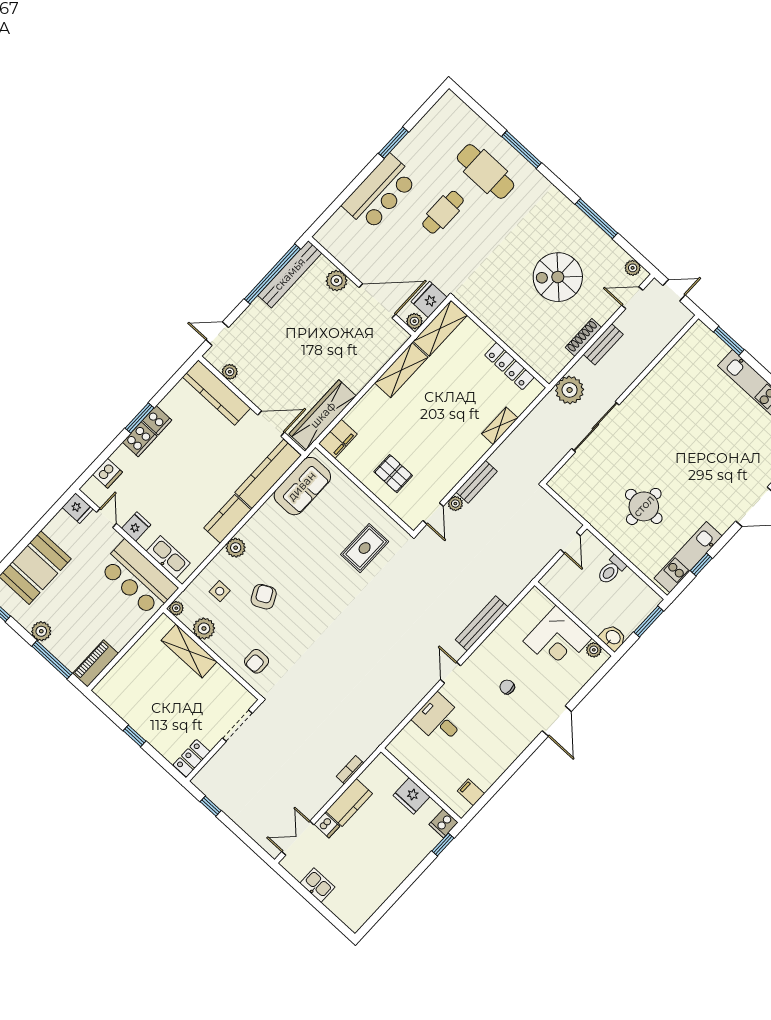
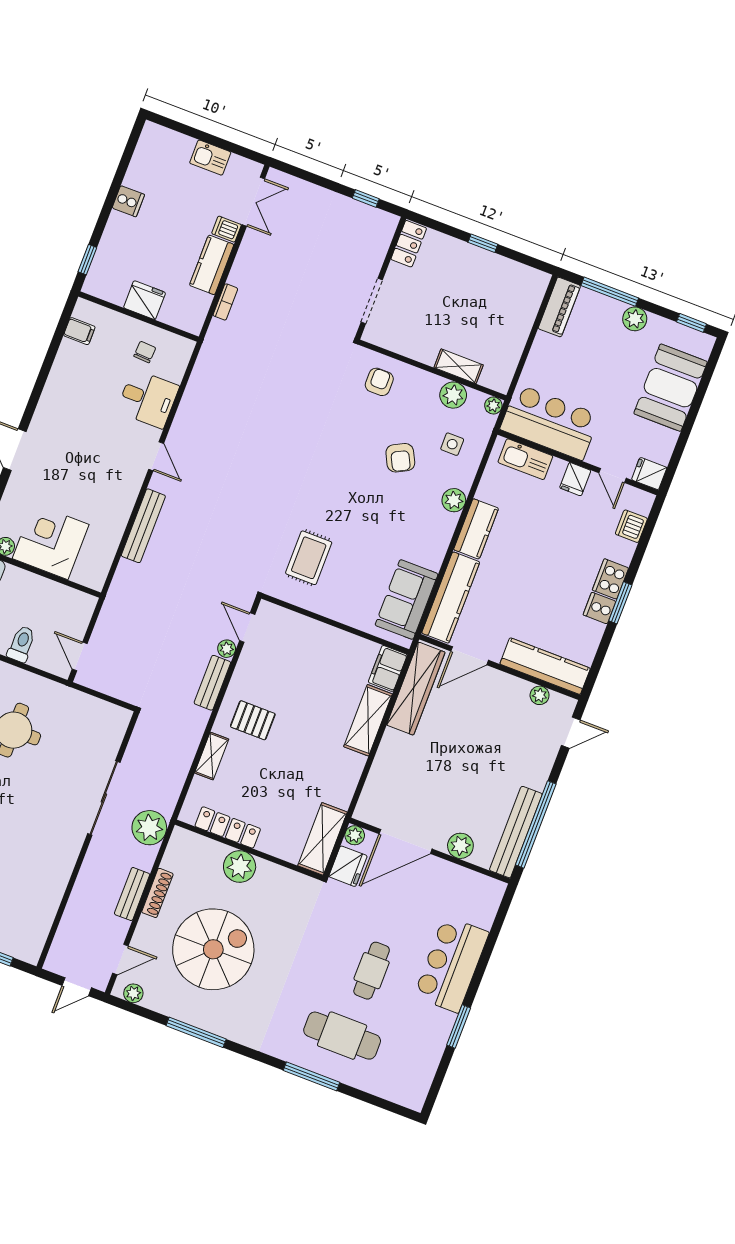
spiral stairs: (558, 277) -> (213, 949), width x1.37, depth x1.37
plant: (512, 332) -> (240, 867), added
shelving: (401, 370) -> (368, 720), moved
pallet: (393, 474) -> (253, 720), moved
shelving: (189, 651) -> (459, 366), width x0.67, depth x0.75
chair: (507, 687) -> (145, 352), moved, turned -87
cooker: (443, 823) -> (128, 201), moved, turned 90

